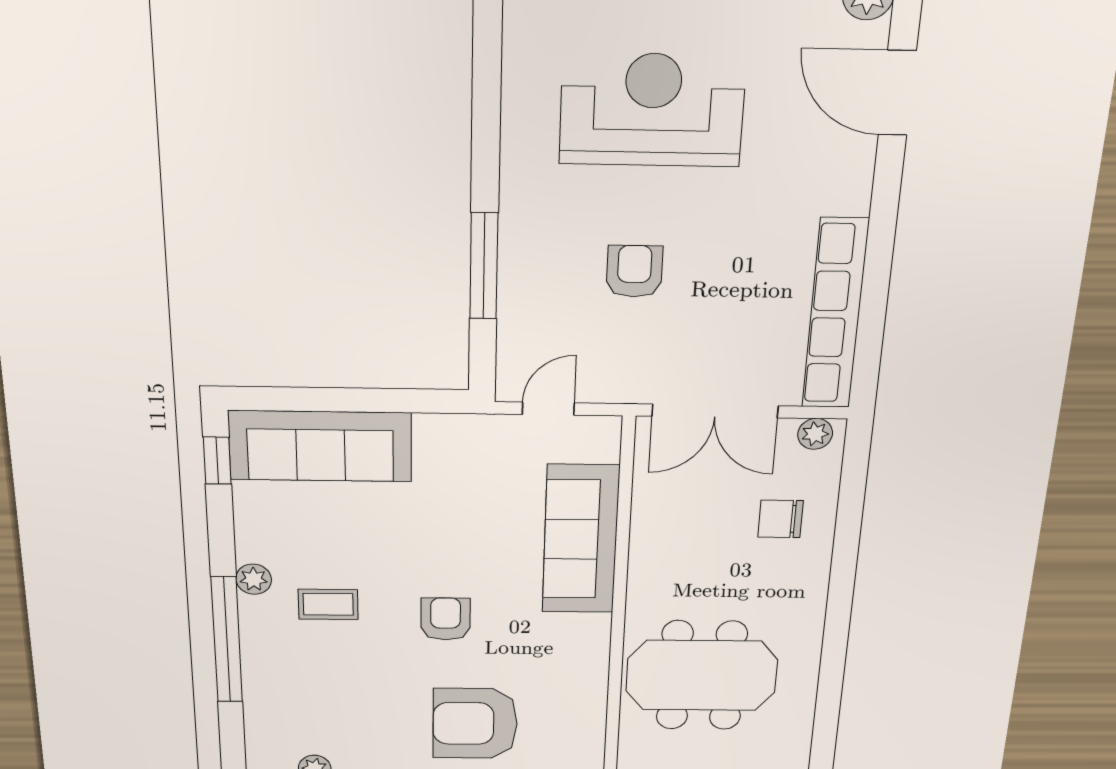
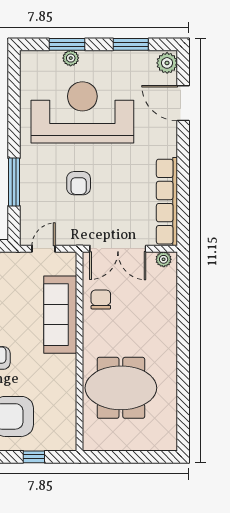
reception desk: (652, 110) -> (82, 112), width x1.36, depth x1.30
armchair: (634, 271) -> (79, 183), turned 180
chair: (781, 519) -> (101, 299), moved, turned 90

